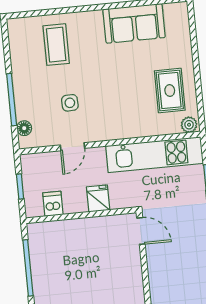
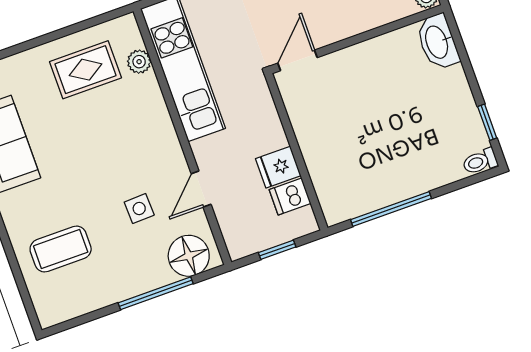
plant: (189, 125) -> (139, 62), moved
floor lamp: (24, 128) -> (189, 256), width x1.89, depth x1.89
door: (72, 147) -> (201, 189), swing flipped
fridge: (98, 199) -> (278, 167), moved

